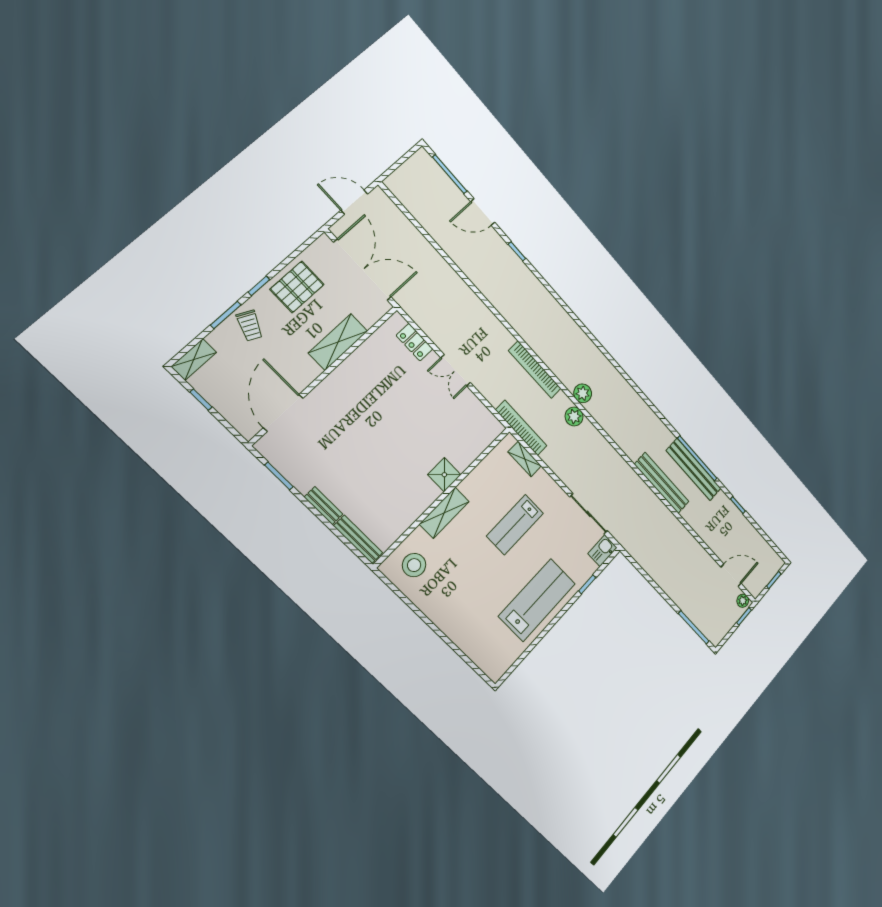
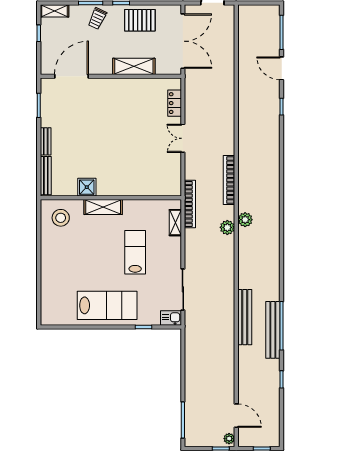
shower: (444, 475) -> (87, 187), moved
lab bench: (515, 525) -> (135, 252), turned 90

